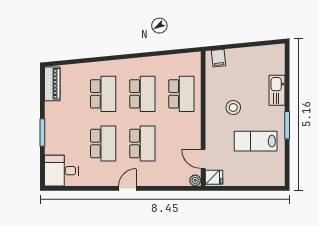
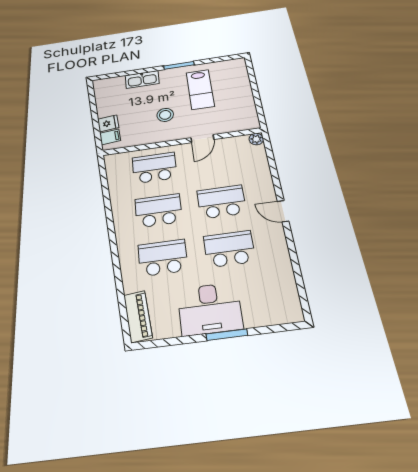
piano: (52, 84) -> (138, 316), moved, turned 84
door: (203, 159) -> (202, 139), moved
desk: (61, 171) -> (210, 309), moved, width x1.37
fridge: (214, 177) -> (108, 123), moved, turned 84

